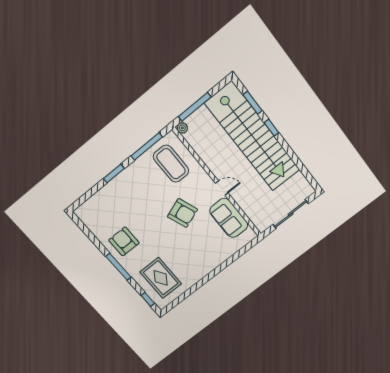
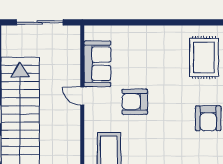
armchair: (183, 213) -> (135, 102), turned -70

